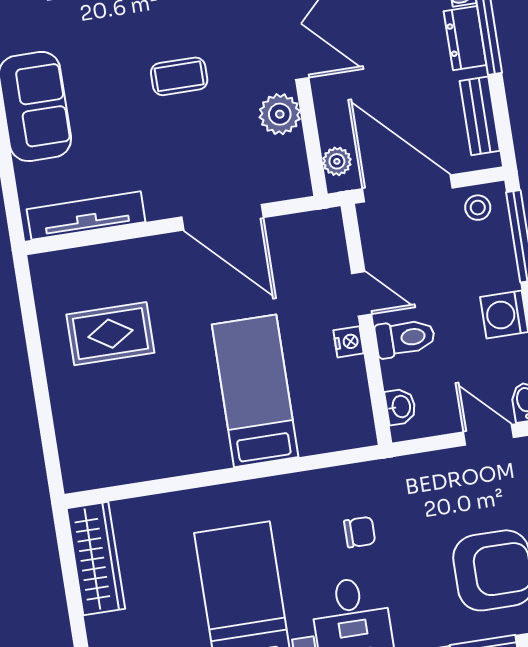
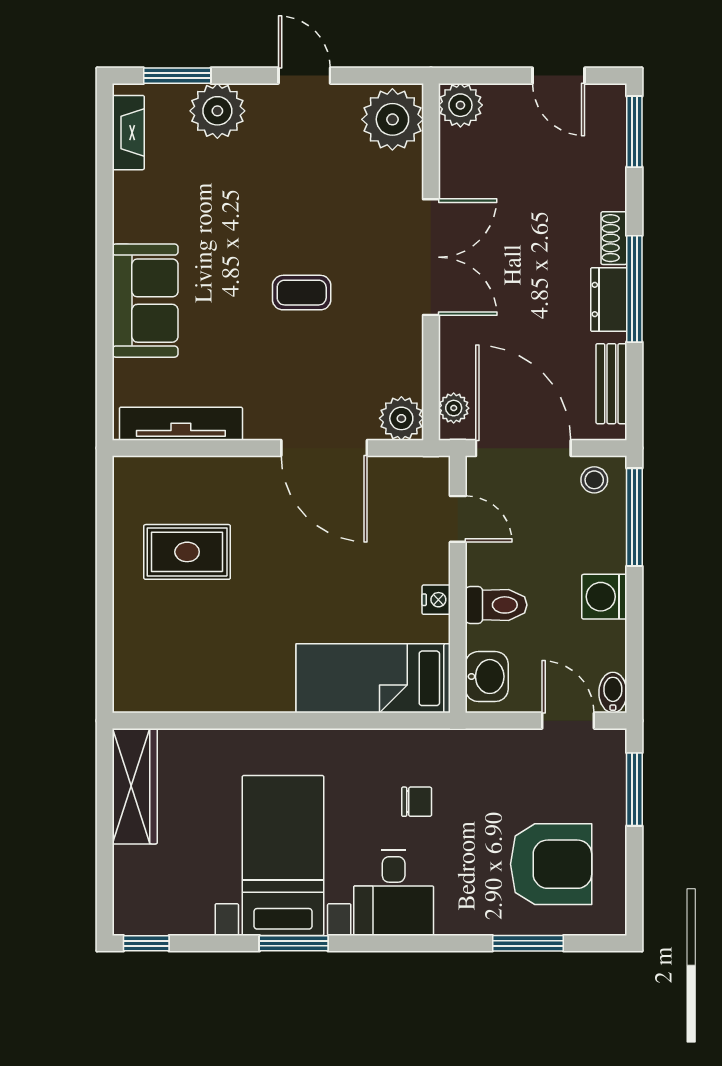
plant: (280, 114) -> (401, 418), moved
door: (362, 294) -> (458, 519), moved
bed: (255, 391) -> (373, 678), moved, turned -90
washbasin: (400, 407) -> (487, 677), width x1.38, depth x1.45

